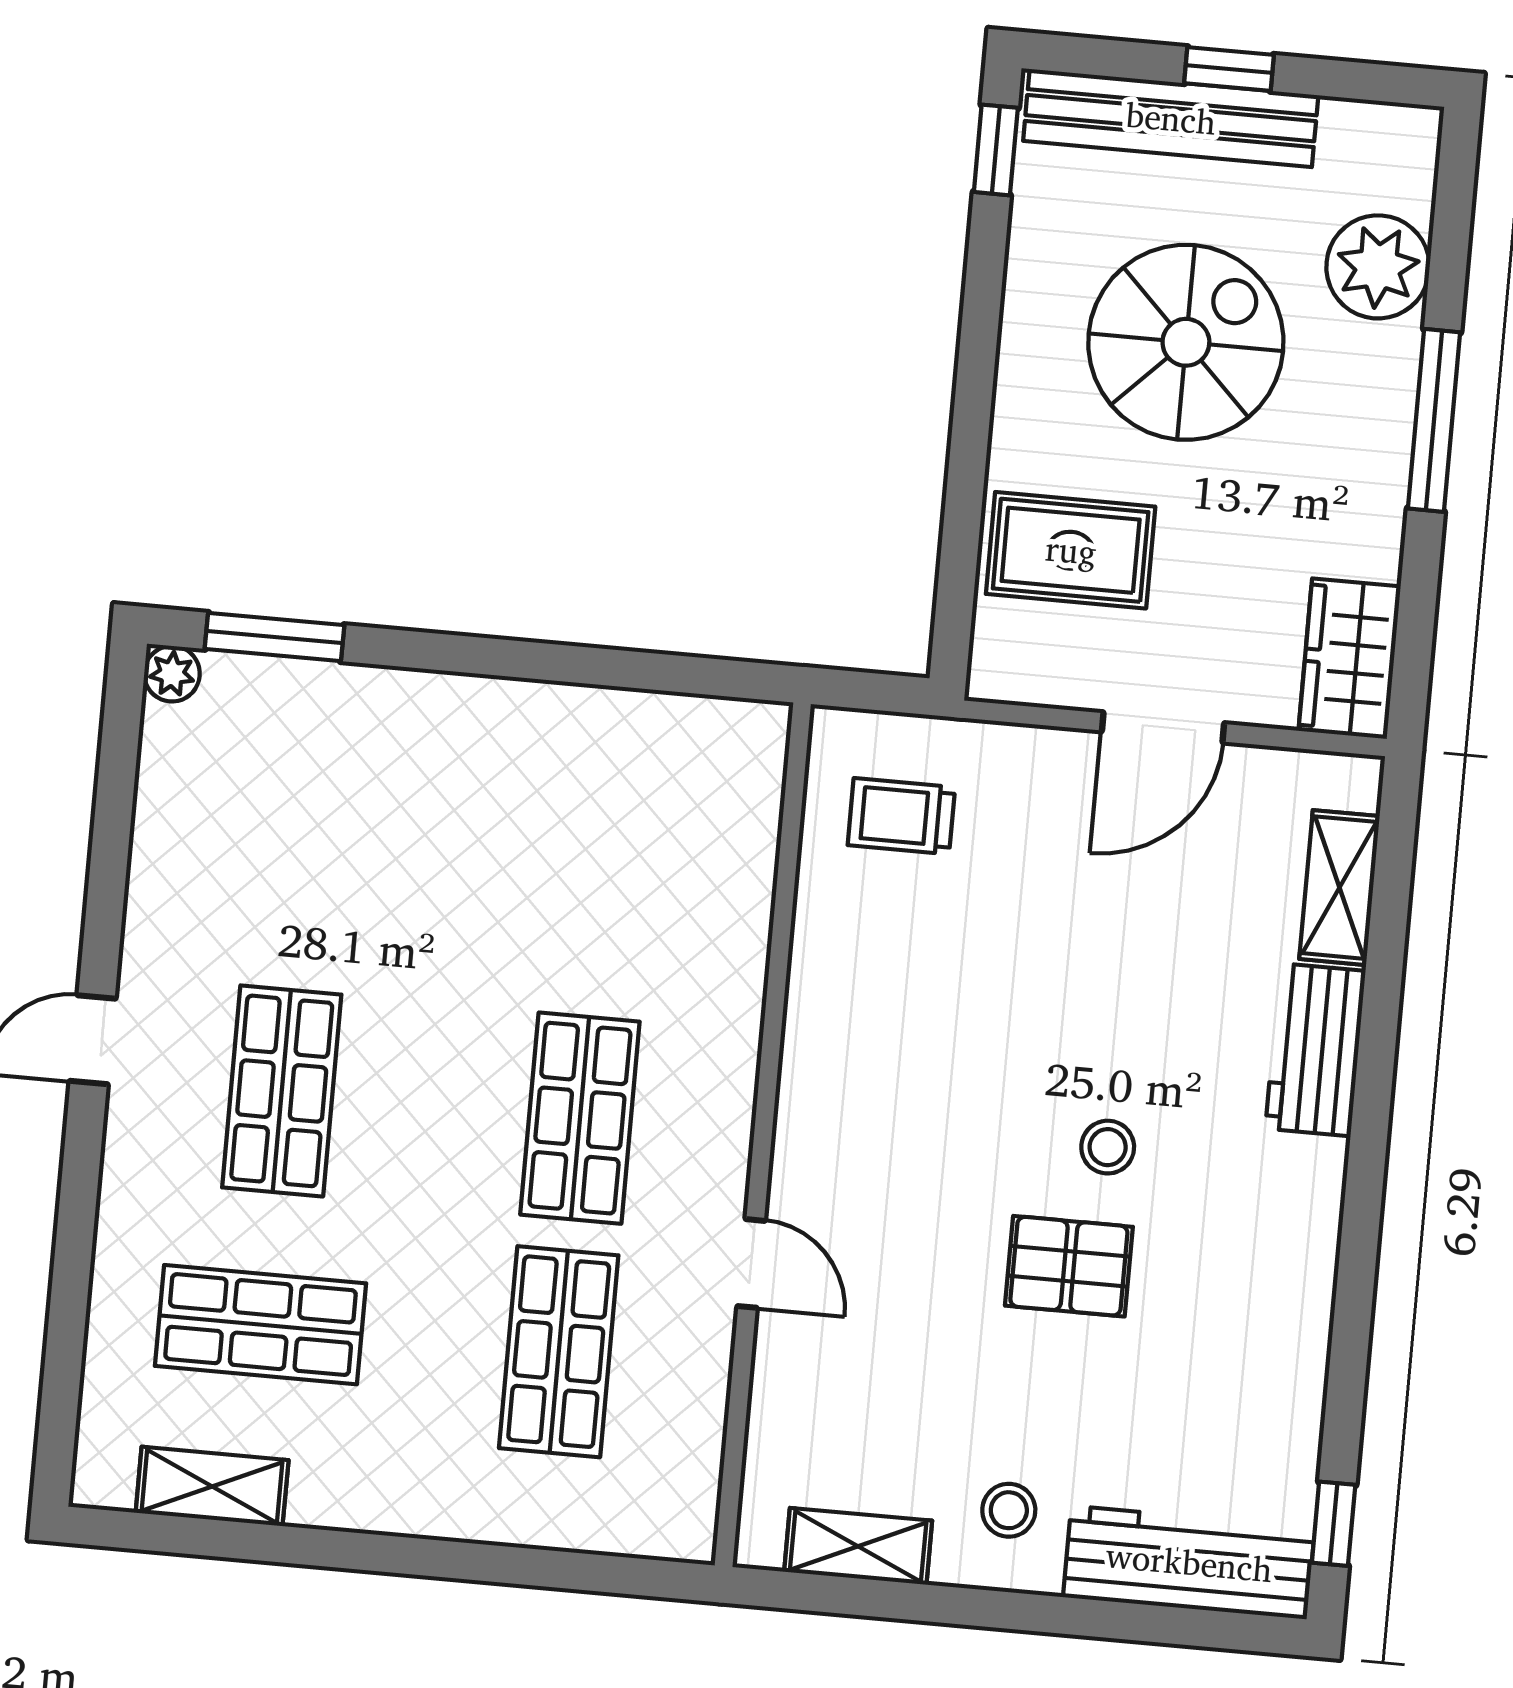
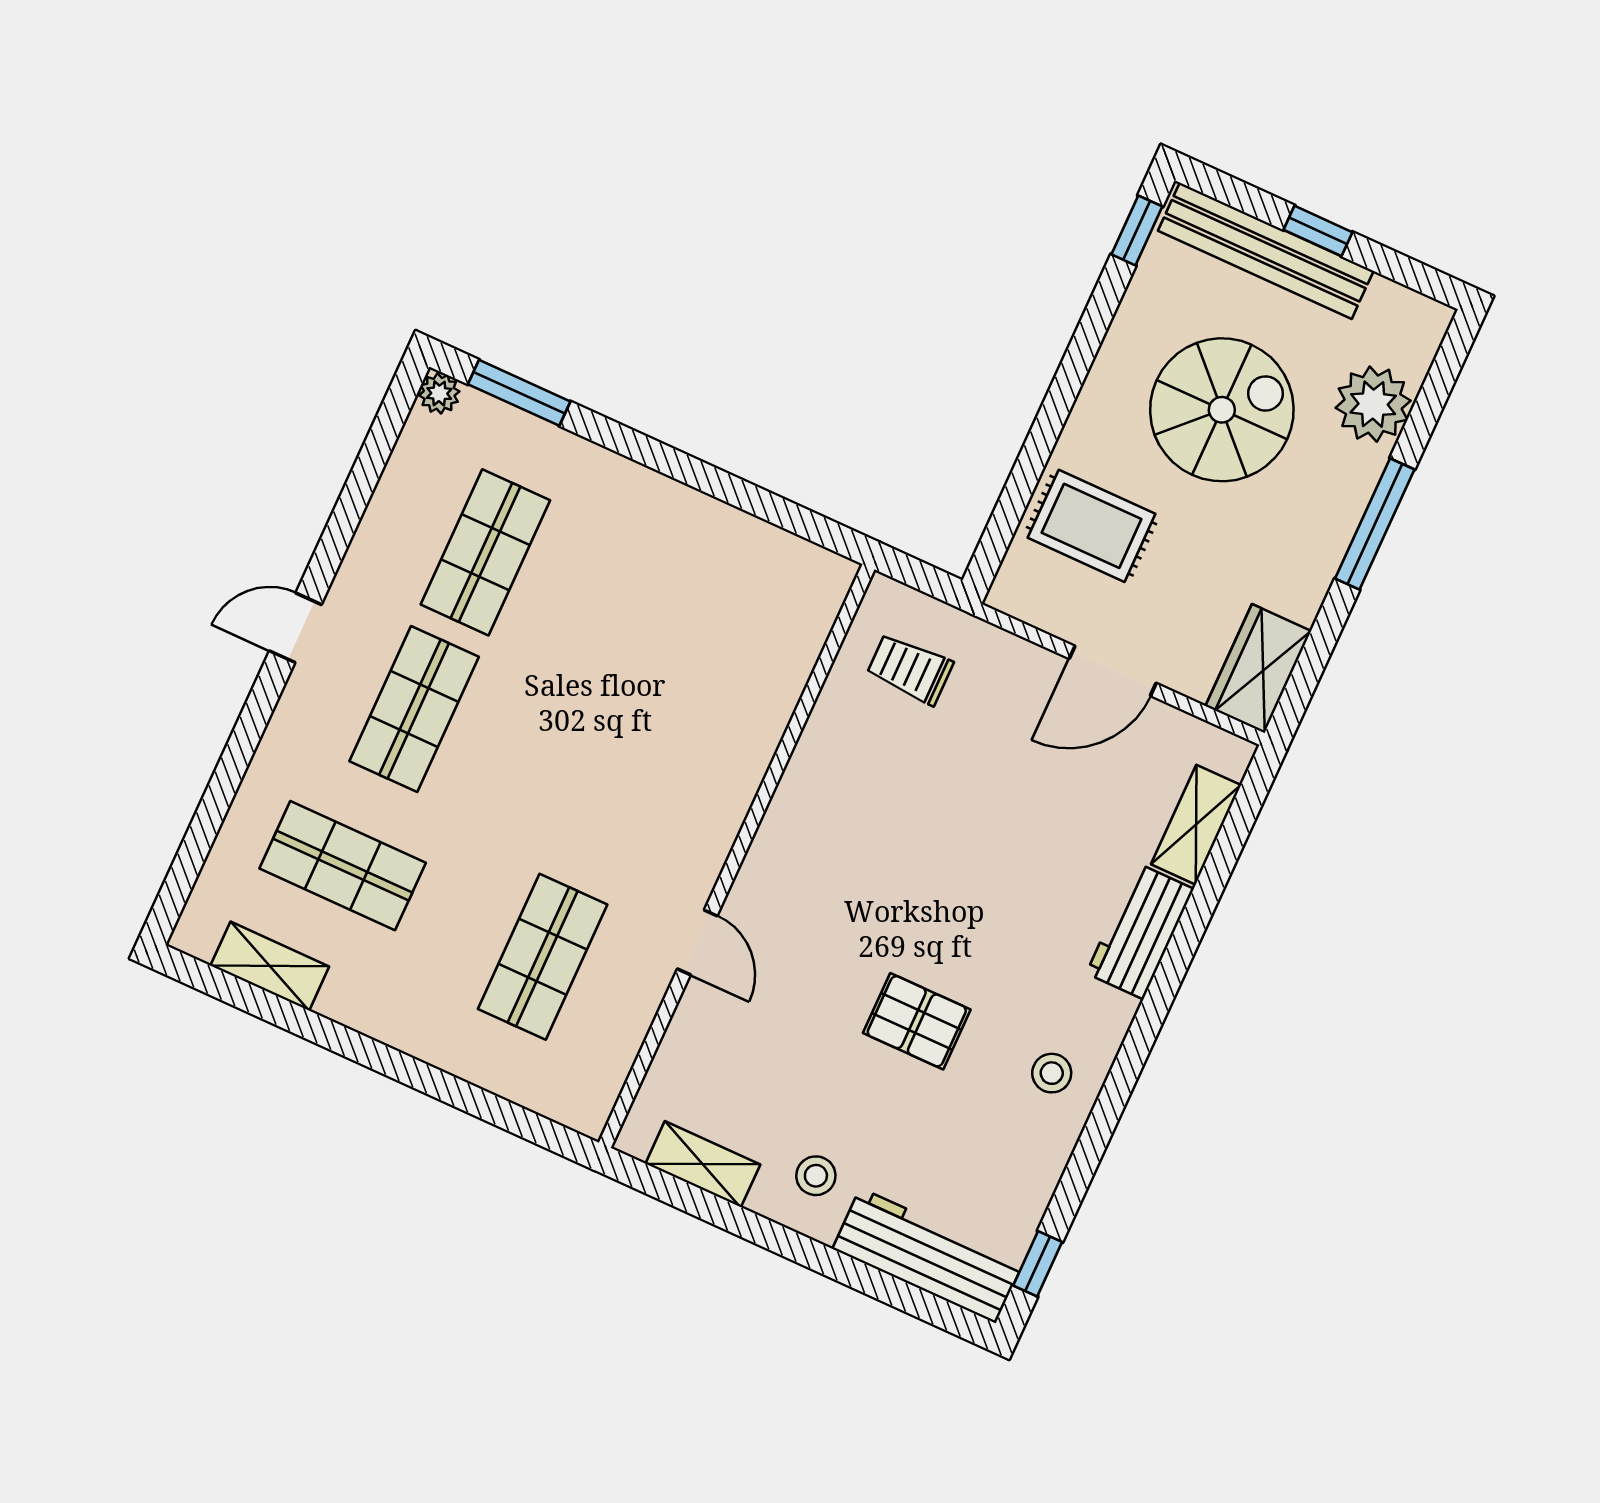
shop shelf: (580, 1118) -> (485, 552), moved
stool: (1108, 1147) -> (1052, 1073), moved

